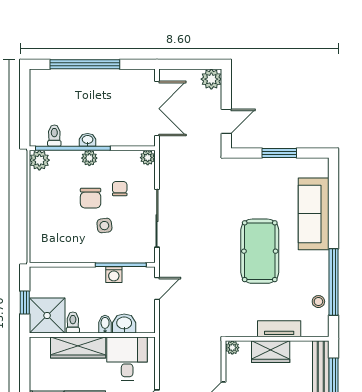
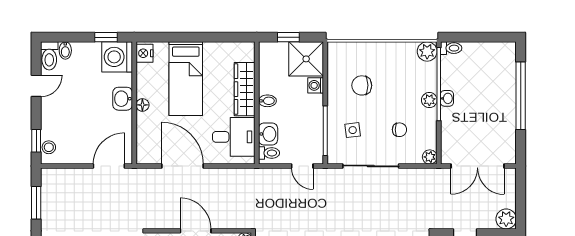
toilet: (54, 136) -> (451, 48), moved
chair: (91, 198) -> (362, 85), moved
side table: (104, 226) -> (353, 130), moved
washing machine: (114, 275) -> (316, 85), moved
shower: (47, 315) -> (306, 59), moved
toilet: (73, 323) -> (269, 153), moved
bidet: (105, 324) -> (267, 101), moved

